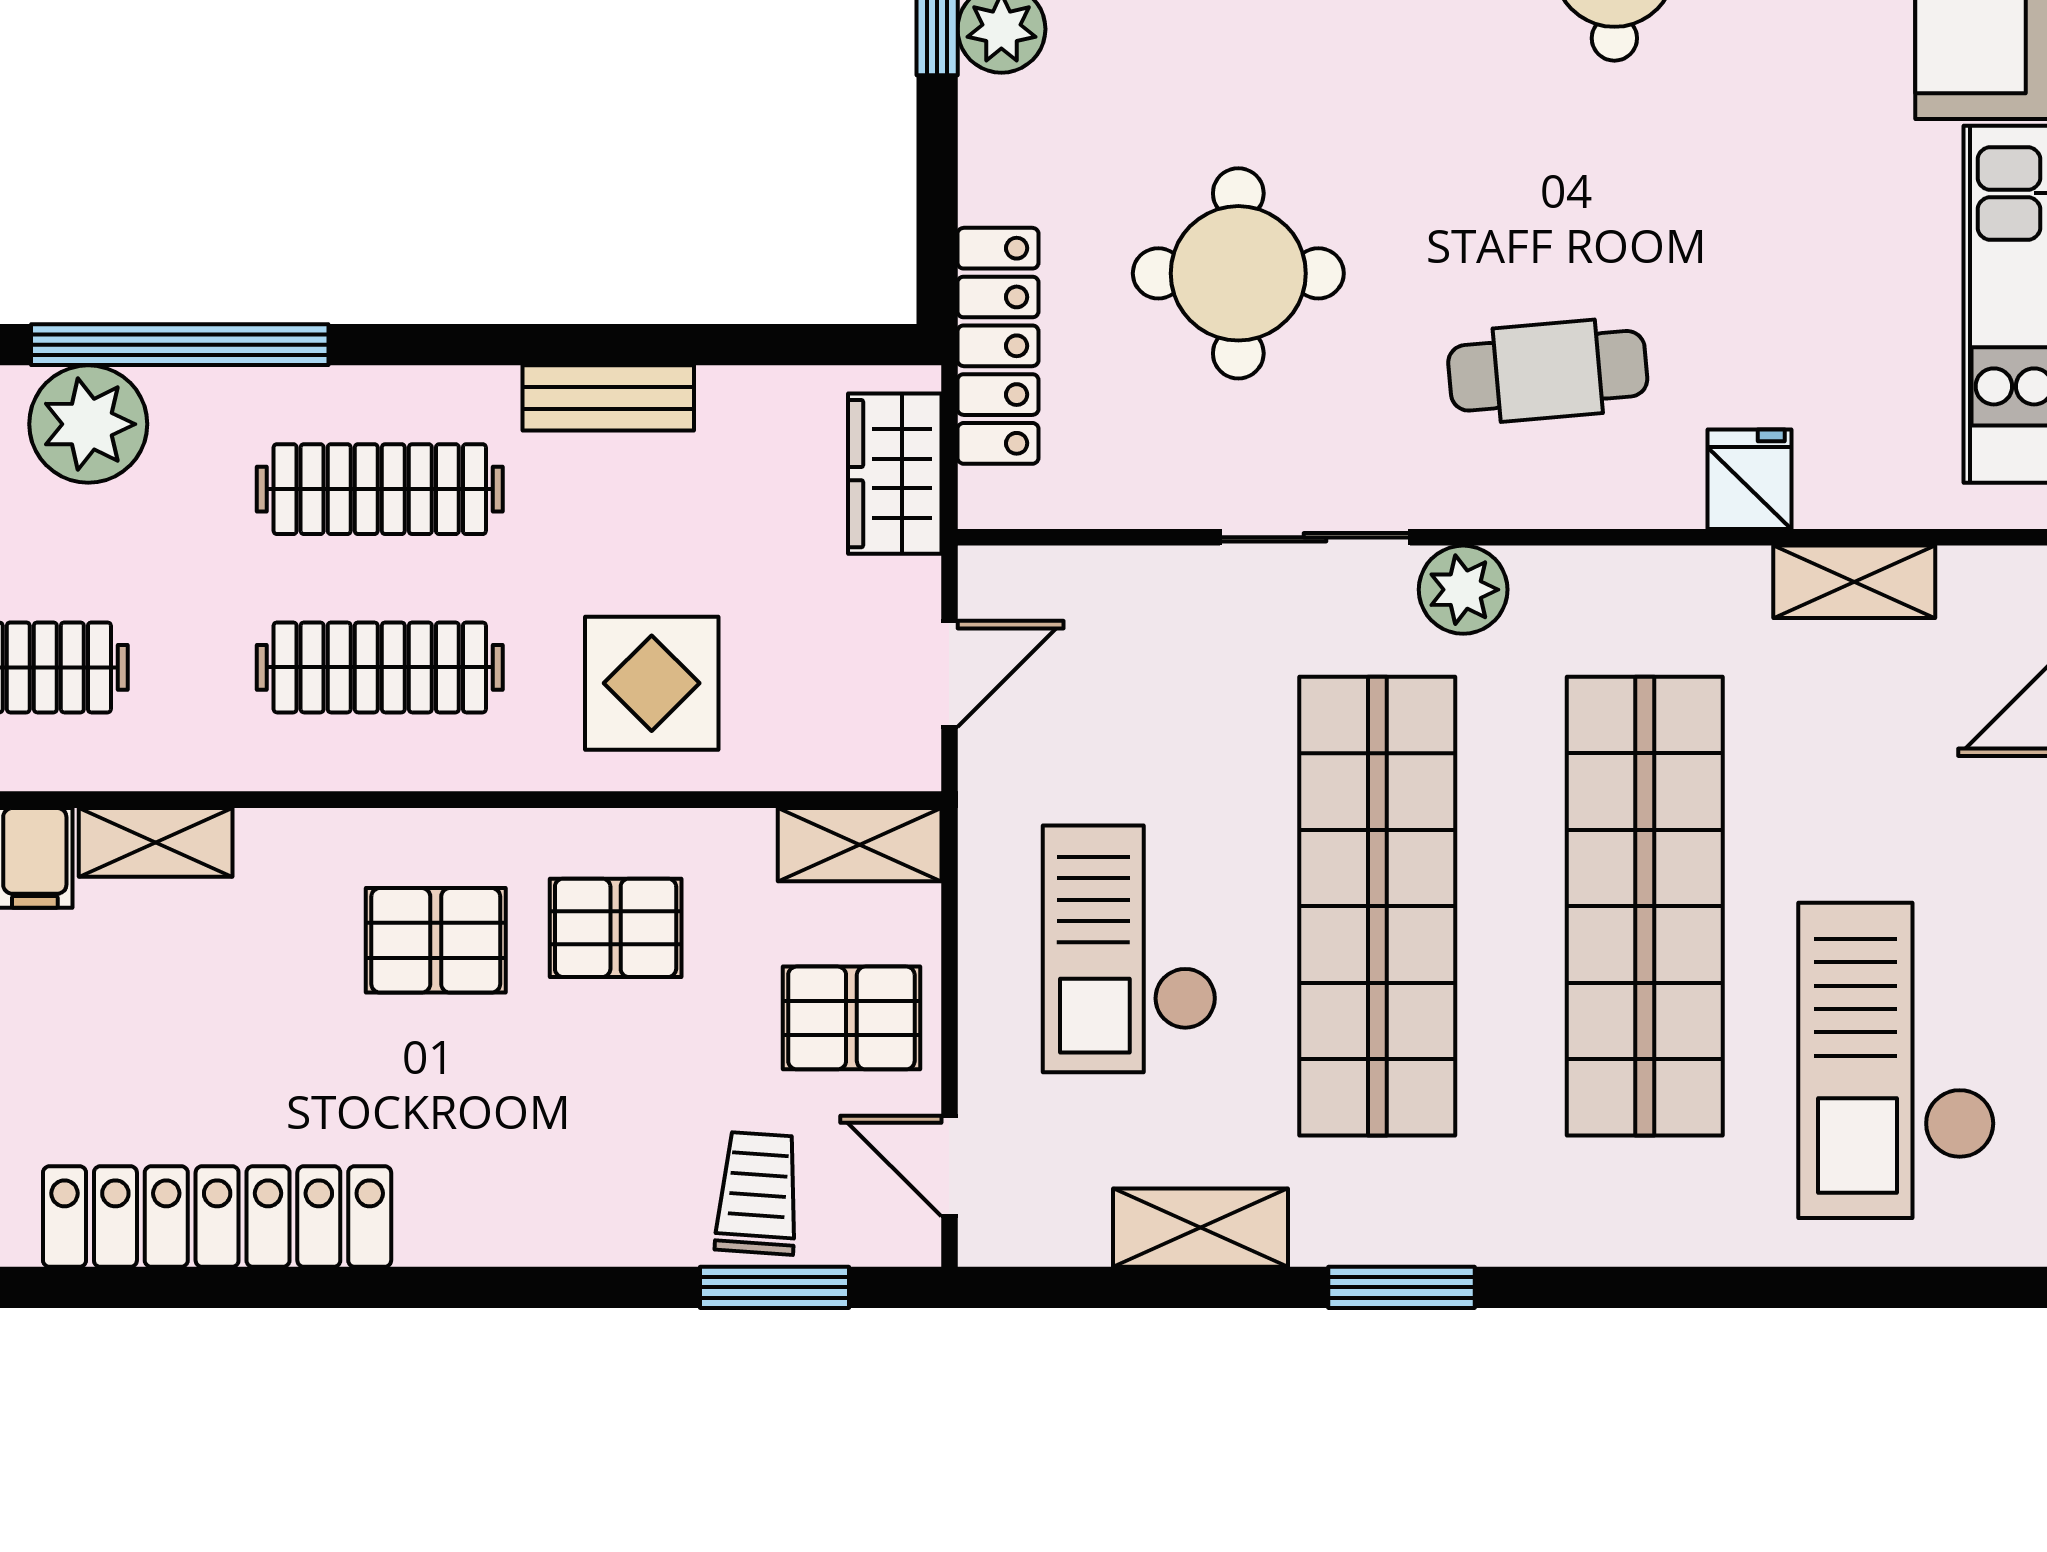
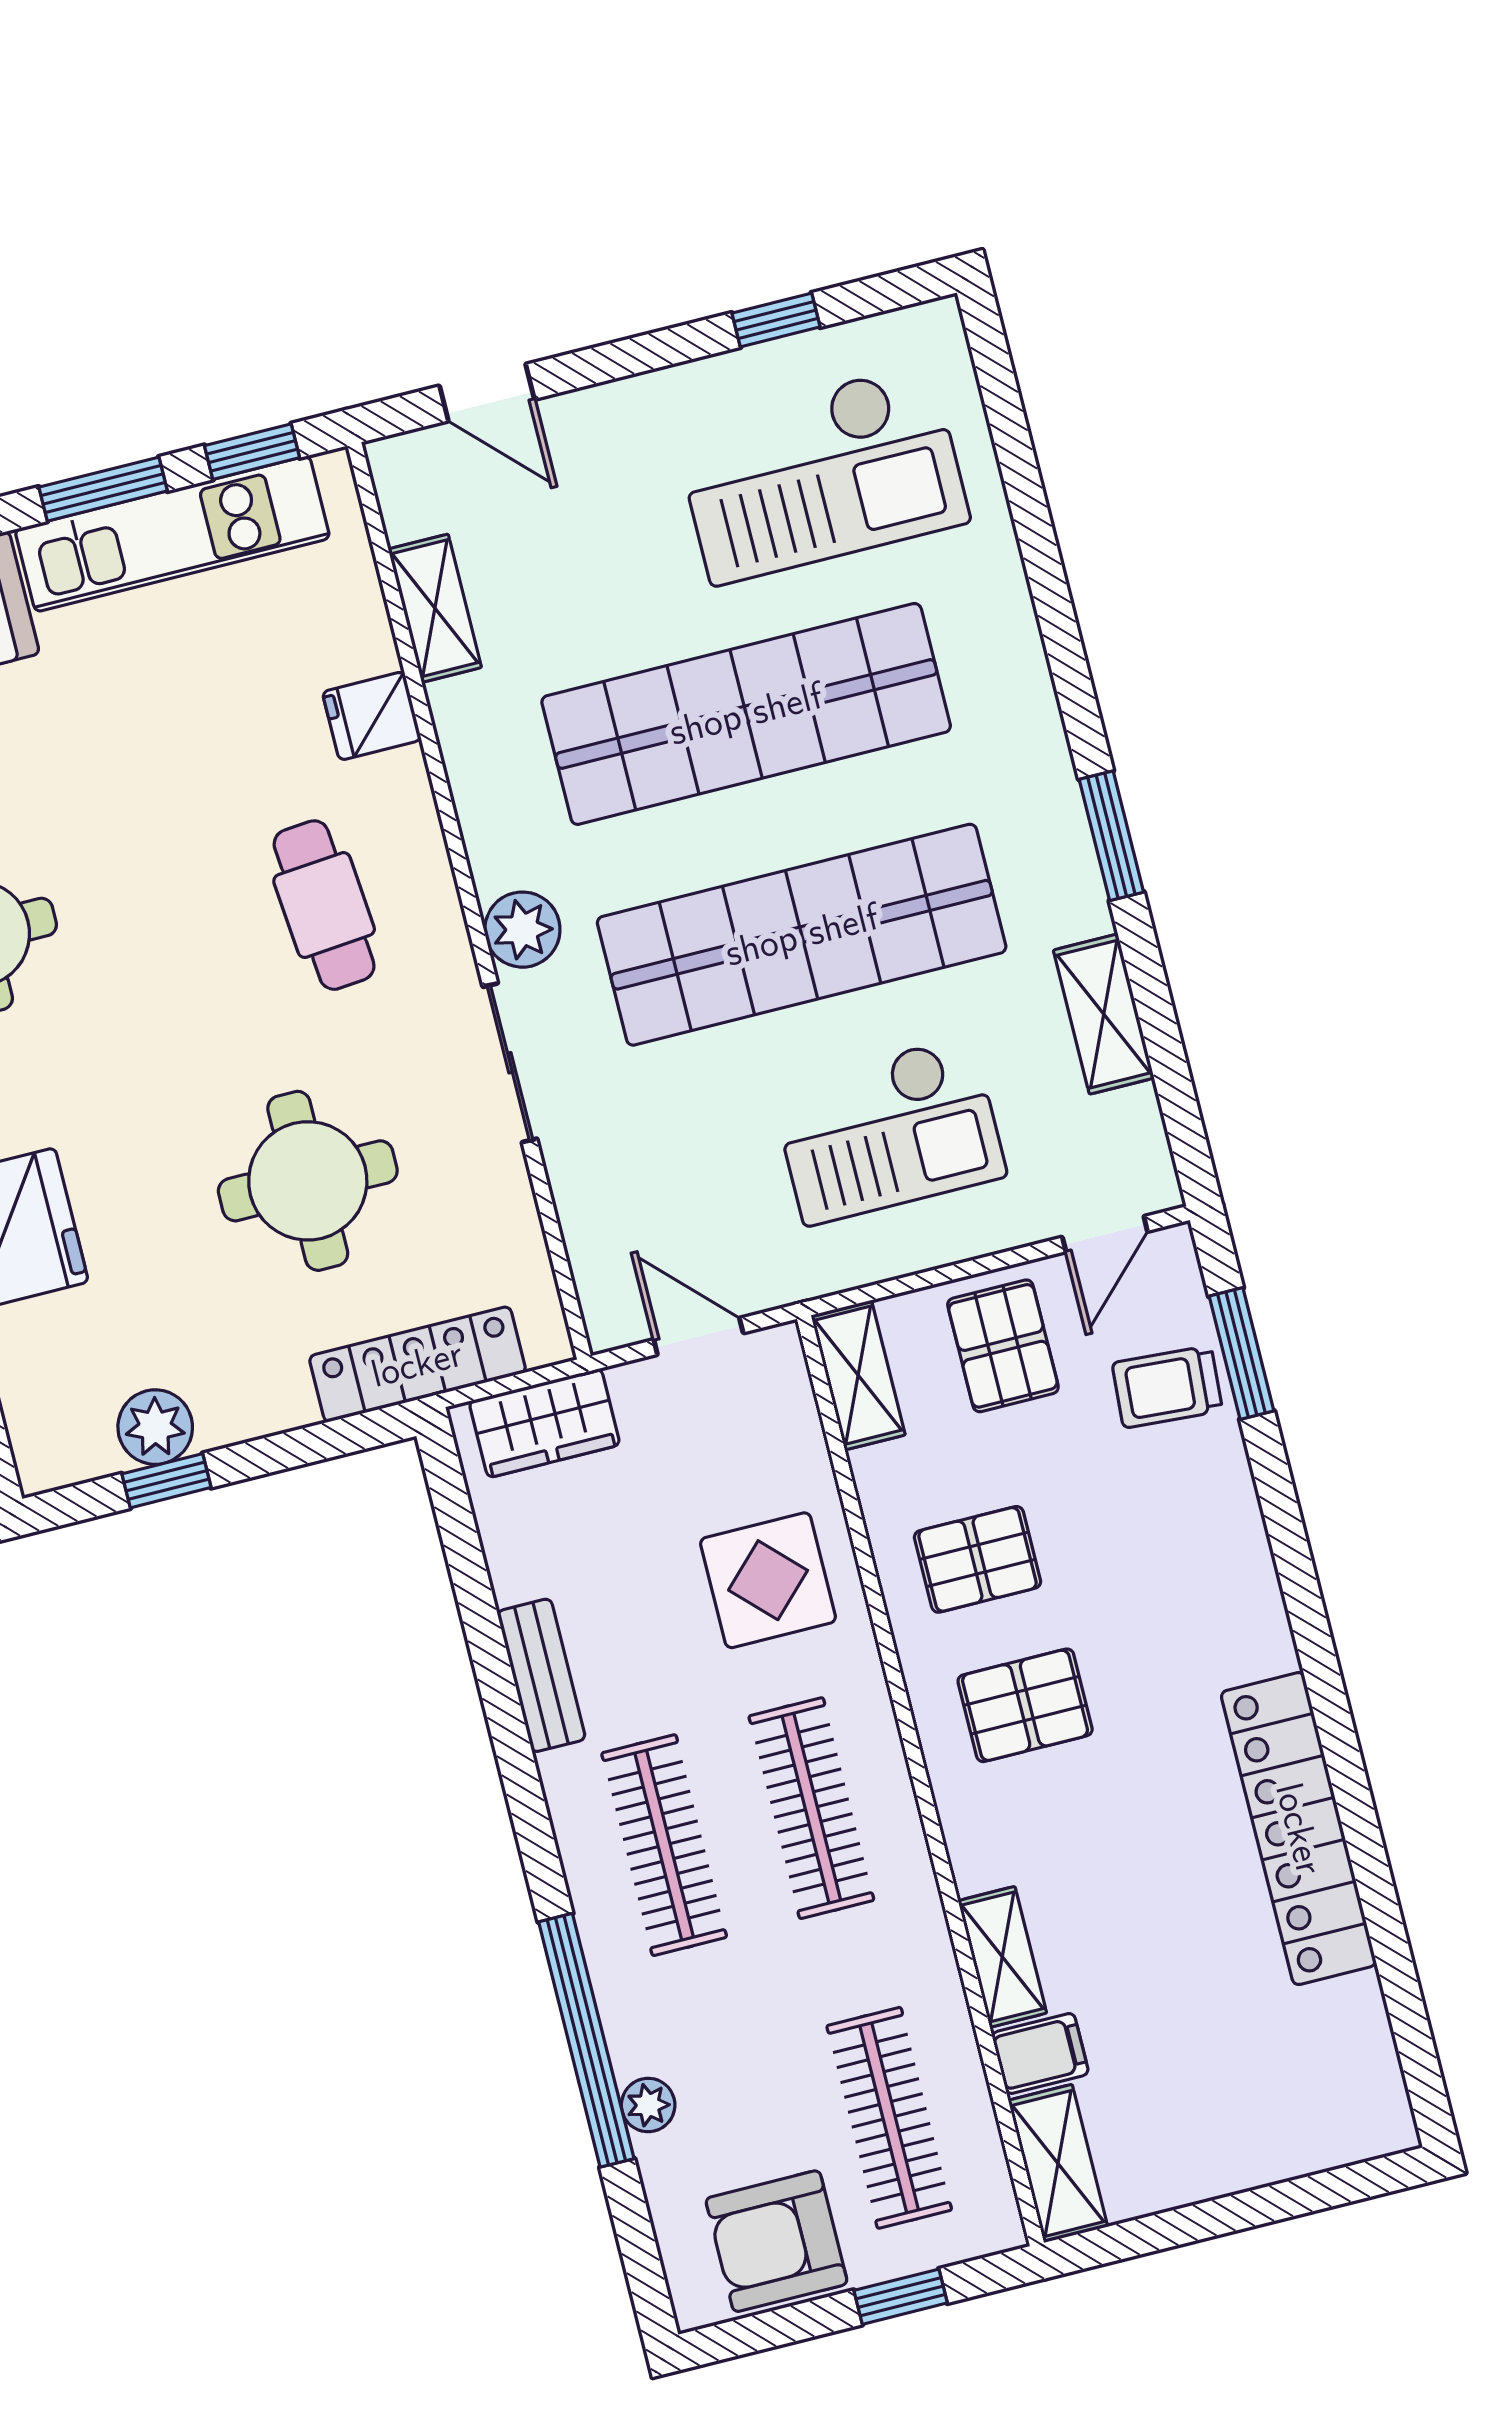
plant: (88, 424) -> (648, 2105), width x0.53, depth x0.53
pallet: (616, 928) -> (978, 1559), turned 90
pallet: (436, 940) -> (1025, 1705), turned 90

